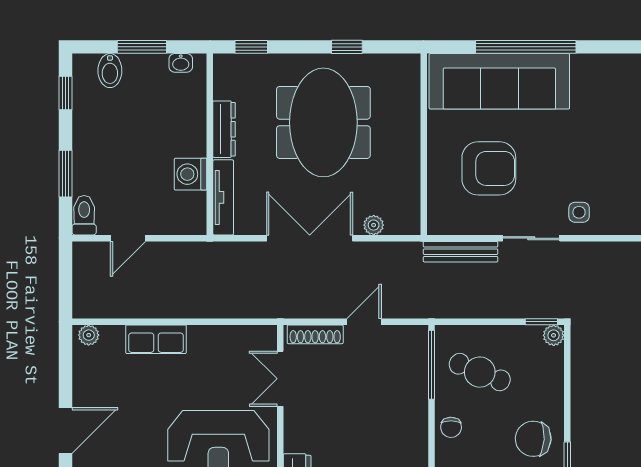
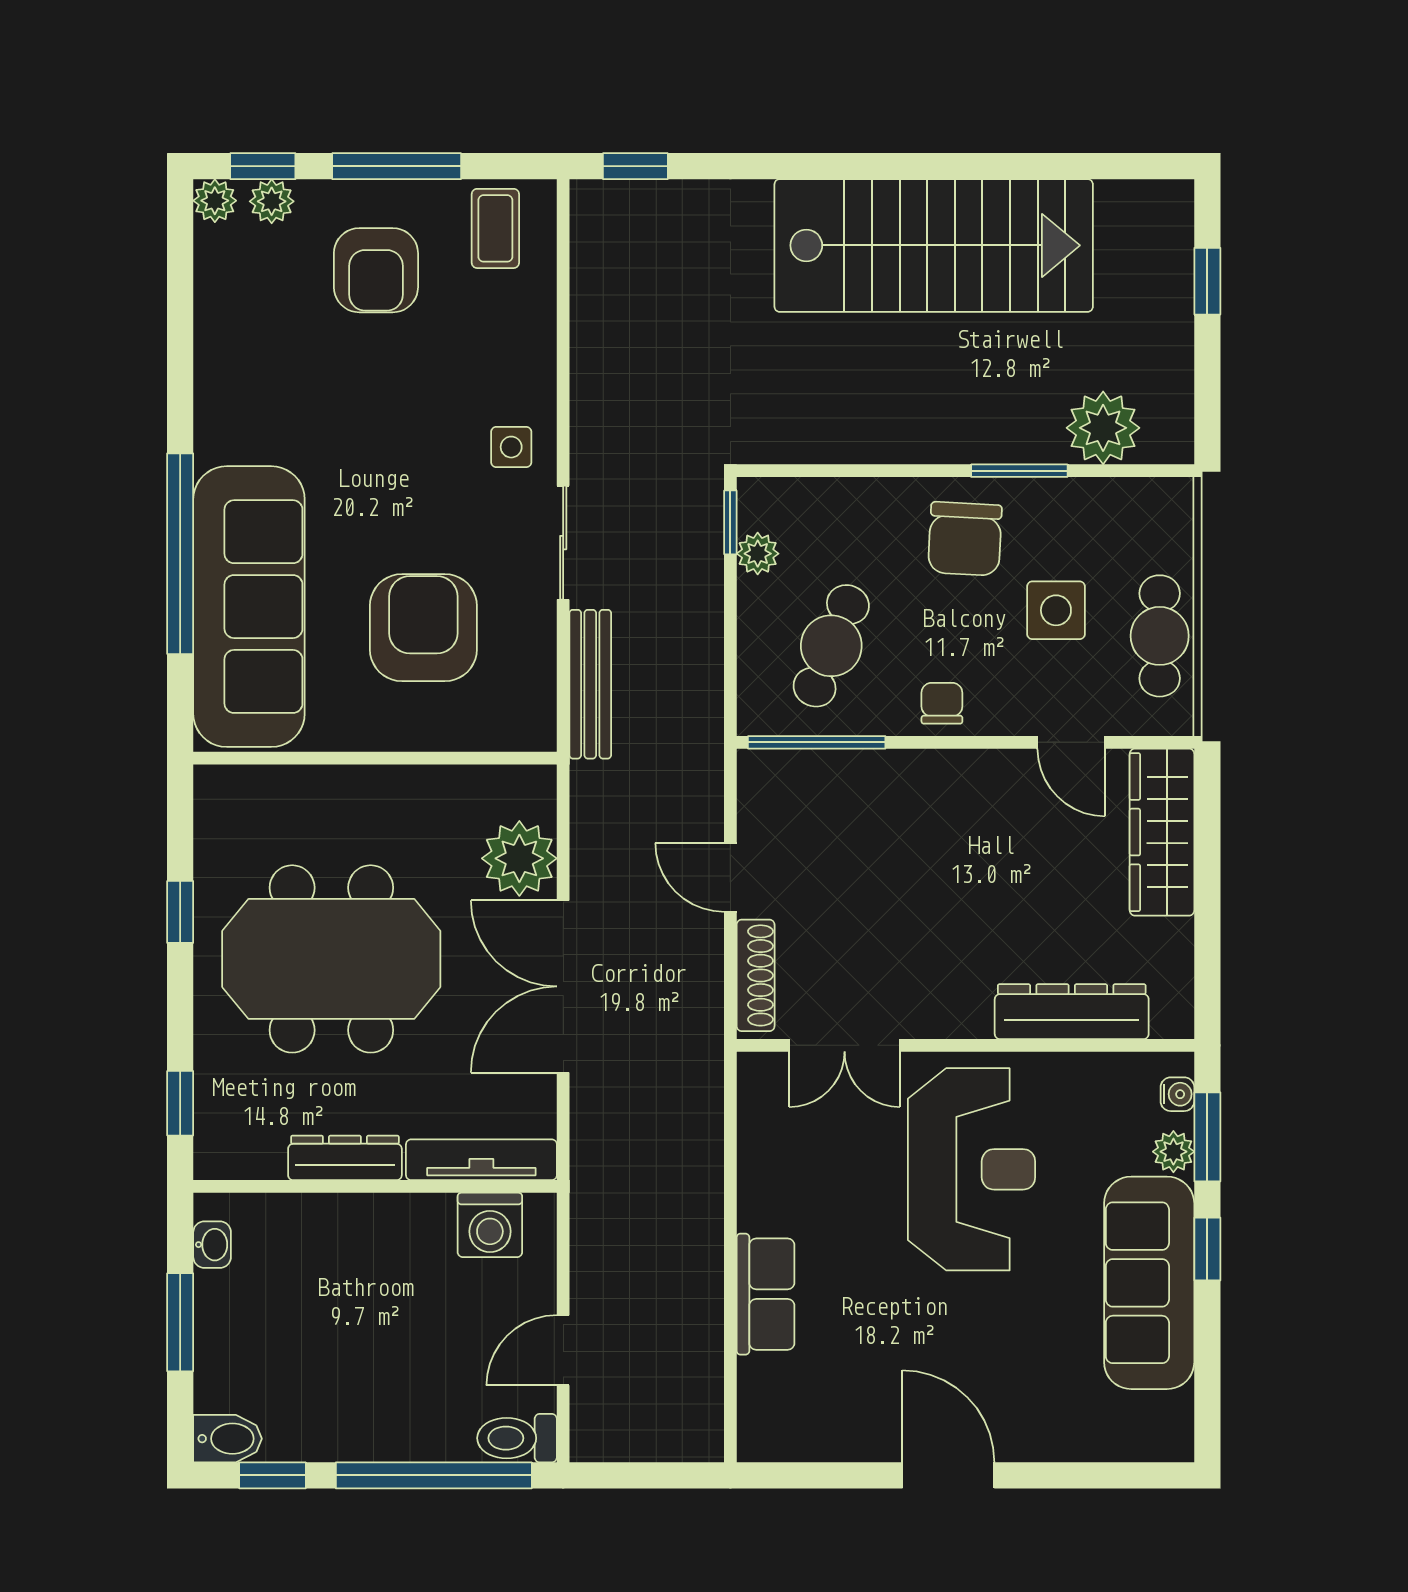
bidet: (110, 71) -> (228, 1439), moved
window: (65, 174) -> (434, 1475), width x2.11
washing machine: (191, 174) -> (490, 1225), moved
plant: (374, 225) -> (519, 858), width x1.87, depth x1.87
door: (128, 238) -> (563, 1350), swing flipped
plant: (89, 335) -> (757, 1429), removed
plant: (554, 335) -> (758, 554), moved
chair: (451, 427) -> (942, 703), turned -91

